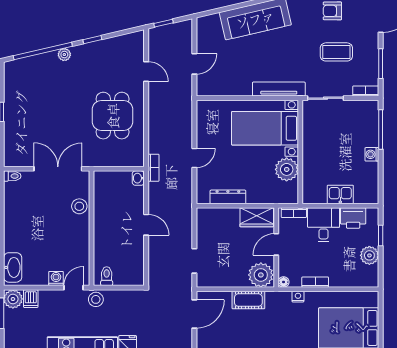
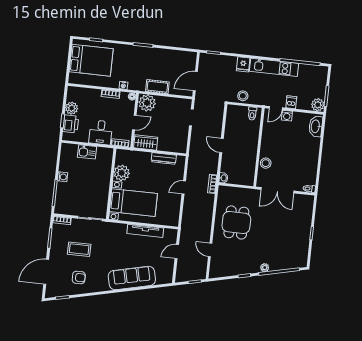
tv unit: (279, 89) -> (145, 231), moved
printer: (353, 218) -> (71, 124), moved, turned 90
dishwasher: (31, 299) -> (291, 102), moved
stool: (96, 299) -> (243, 96), moved

